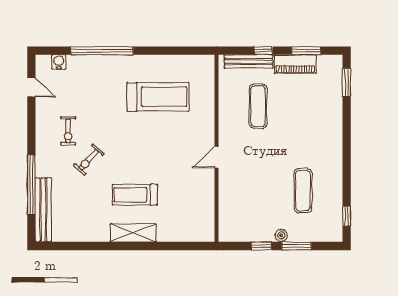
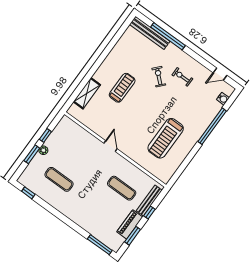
window: (347, 83) -> (100, 245), width x1.44
shelving: (133, 233) -> (87, 93), moved

